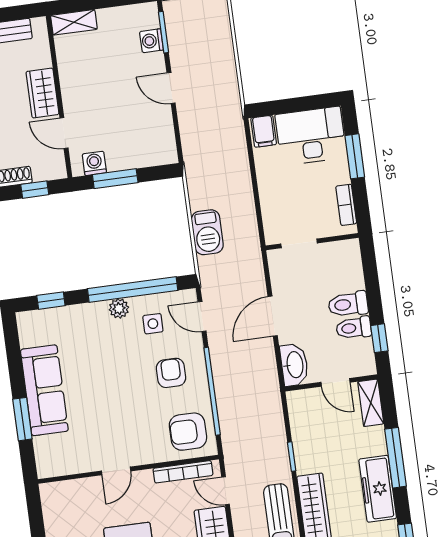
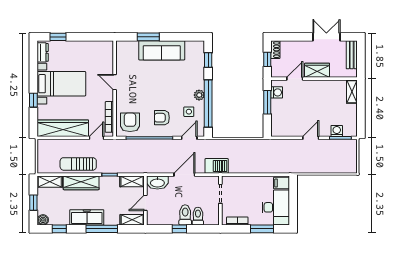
barbecue: (207, 232) -> (217, 166), moved, turned 180
door: (273, 316) -> (184, 175), hinge flipped
toilet: (354, 328) -> (198, 216), moved
window: (379, 338) -> (179, 229), moved
armchair: (171, 373) -> (162, 118), turned 180
shelving: (298, 413) -> (132, 181), added

